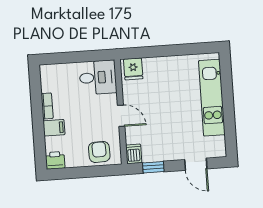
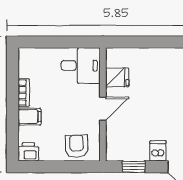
fridge: (133, 69) -> (117, 78), moved, turned -90
door: (121, 116) -> (103, 109), hinge flipped
dishwasher: (134, 154) -> (158, 151), moved

